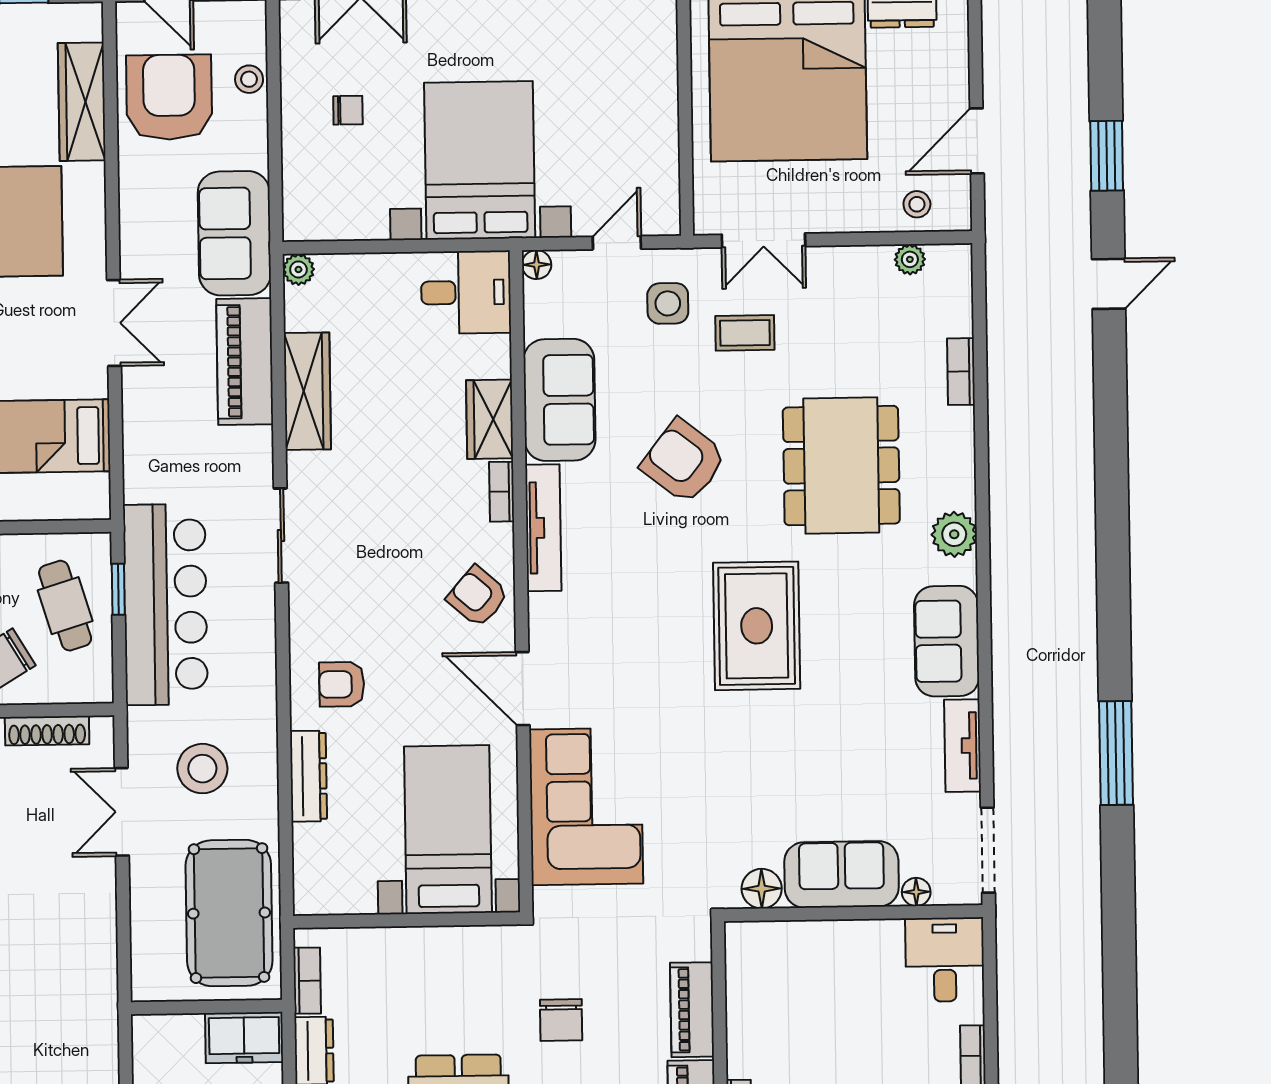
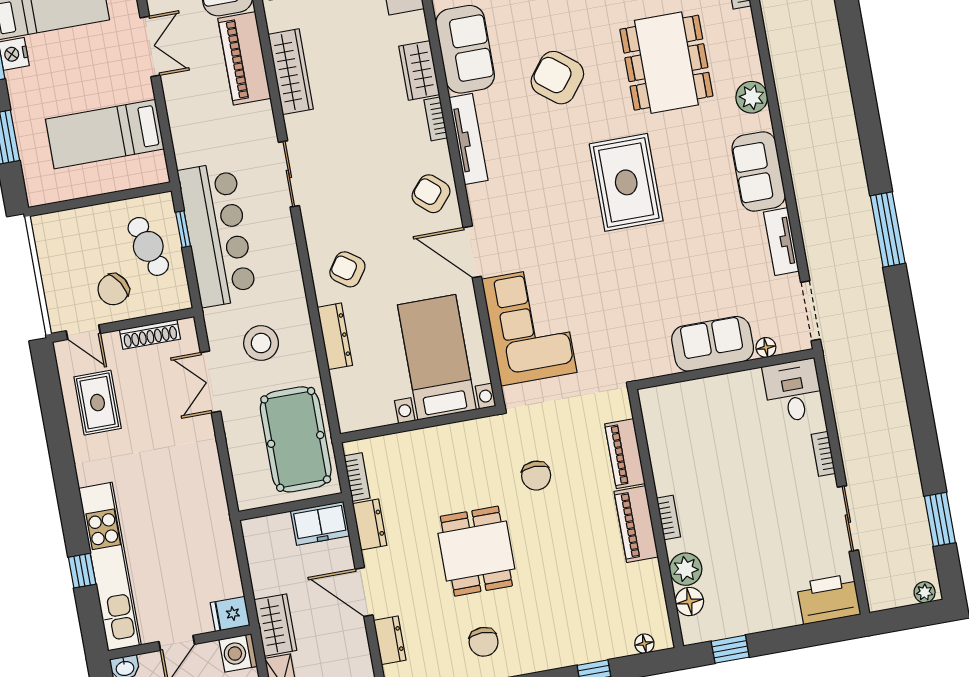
armchair: (342, 684) -> (347, 269), turned 35
floor lamp: (762, 889) -> (659, 363), removed

